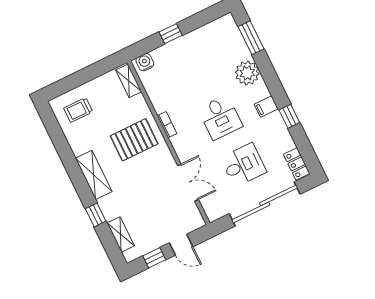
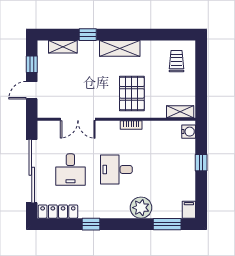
filing cabinet: (266, 107) -> (189, 210), moved
locker: (297, 164) -> (58, 212), width x1.53

